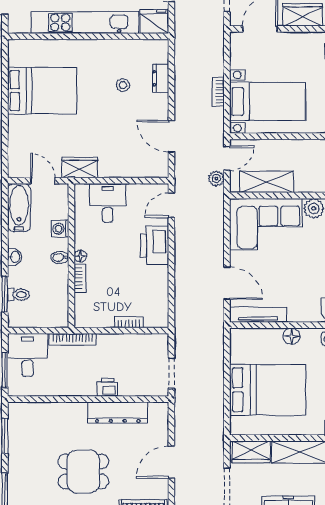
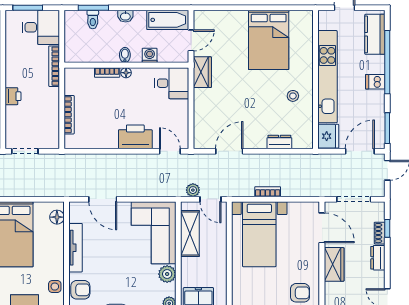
stool: (123, 85) -> (293, 96), moved
desk: (108, 203) -> (172, 83), moved
door: (227, 283) -> (103, 199), hinge flipped
tv unit: (258, 315) -> (76, 248), moved
bookcase: (129, 322) -> (69, 115), width x1.56
floor lamp: (291, 336) -> (57, 217), moved

